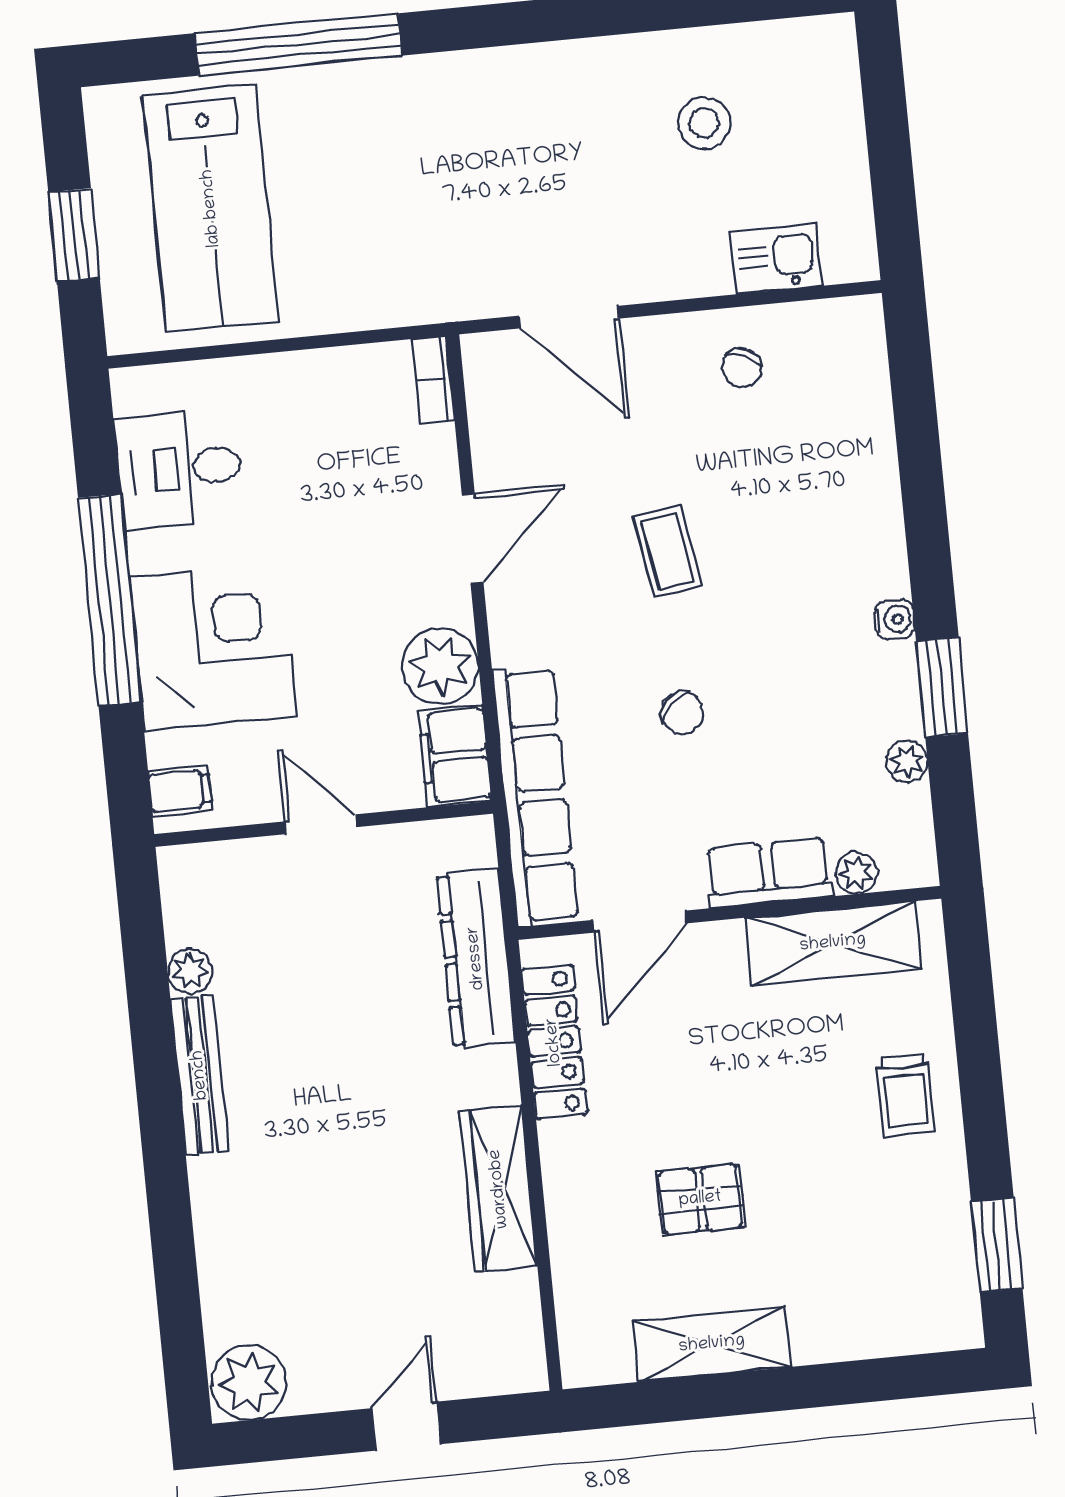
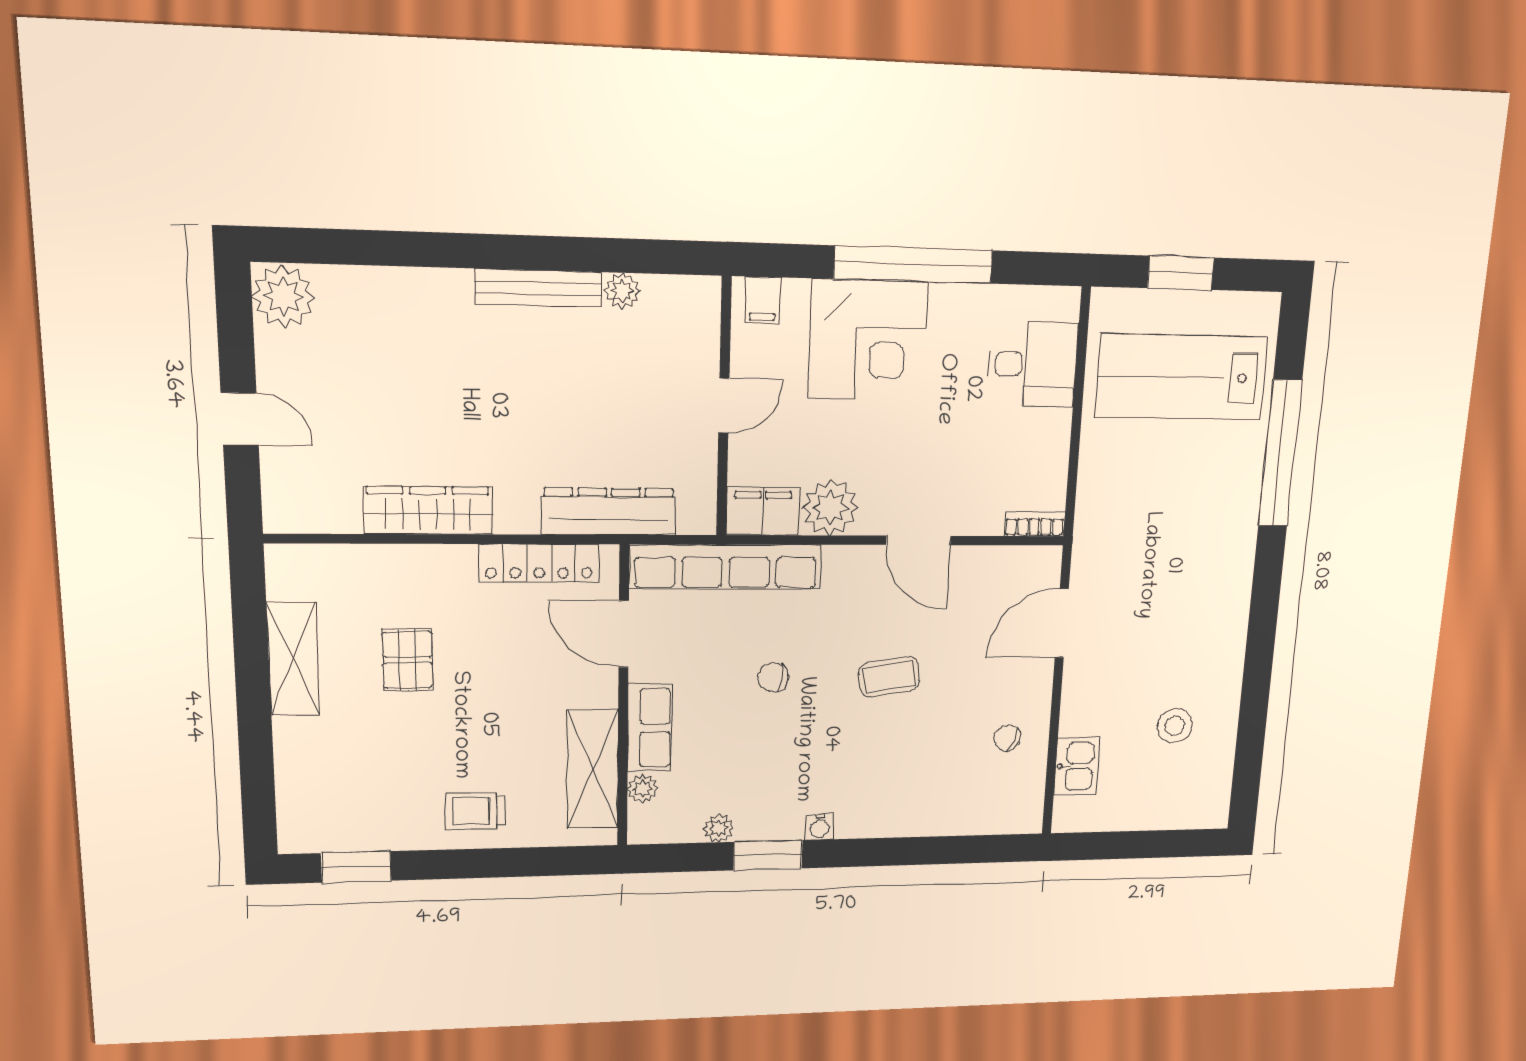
desk: (179, 469) -> (1032, 364), moved, turned 90
chair: (682, 713) -> (773, 677), turned 53

